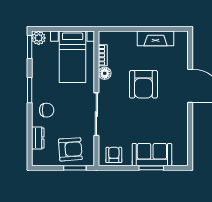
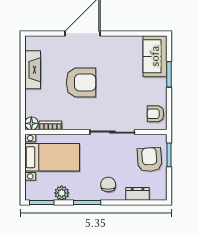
plant: (39, 38) -> (62, 193), moved
floor lamp: (105, 73) -> (31, 123), moved
sofa: (152, 155) -> (155, 56), moved

